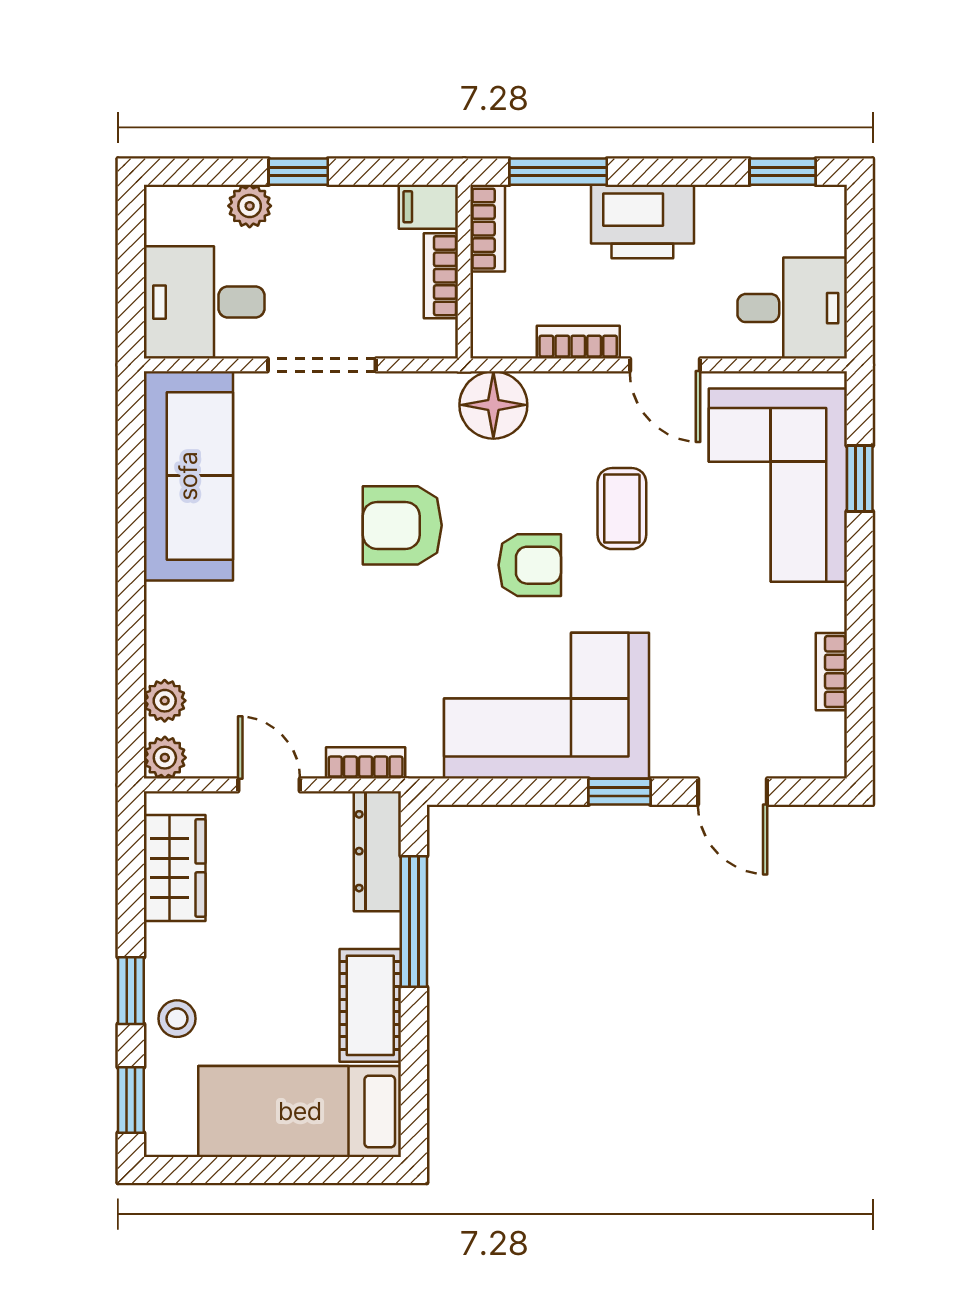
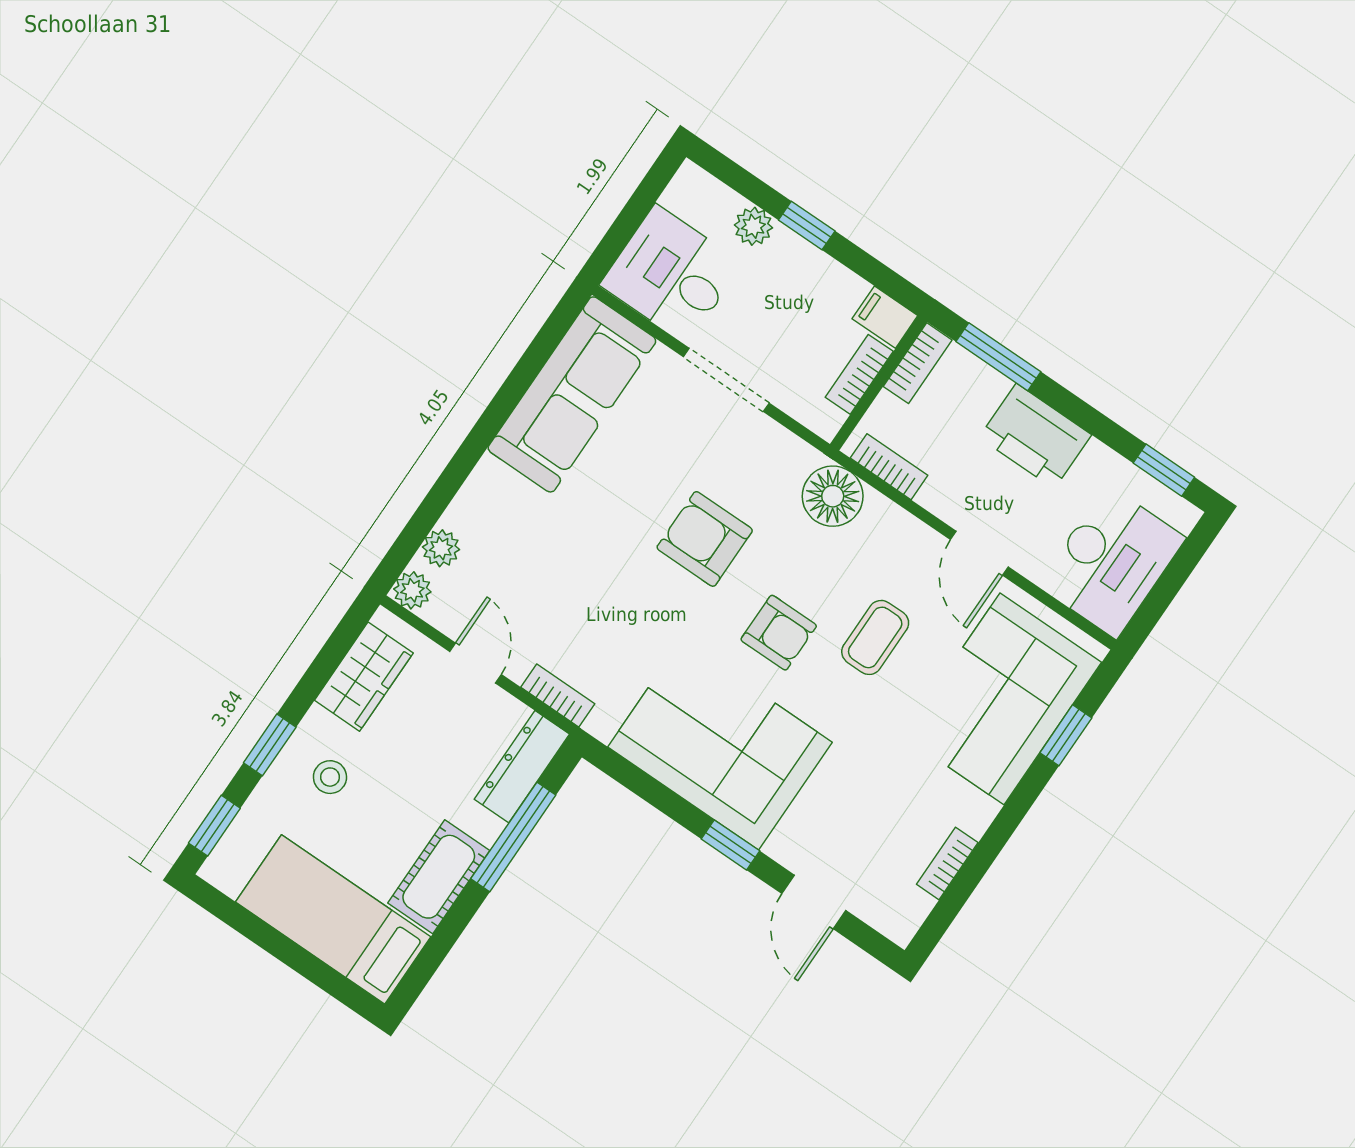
desk: (792, 308) -> (1112, 562), width x1.37
bookcase: (578, 342) -> (889, 467), moved
stool: (177, 1019) -> (330, 777), moved

